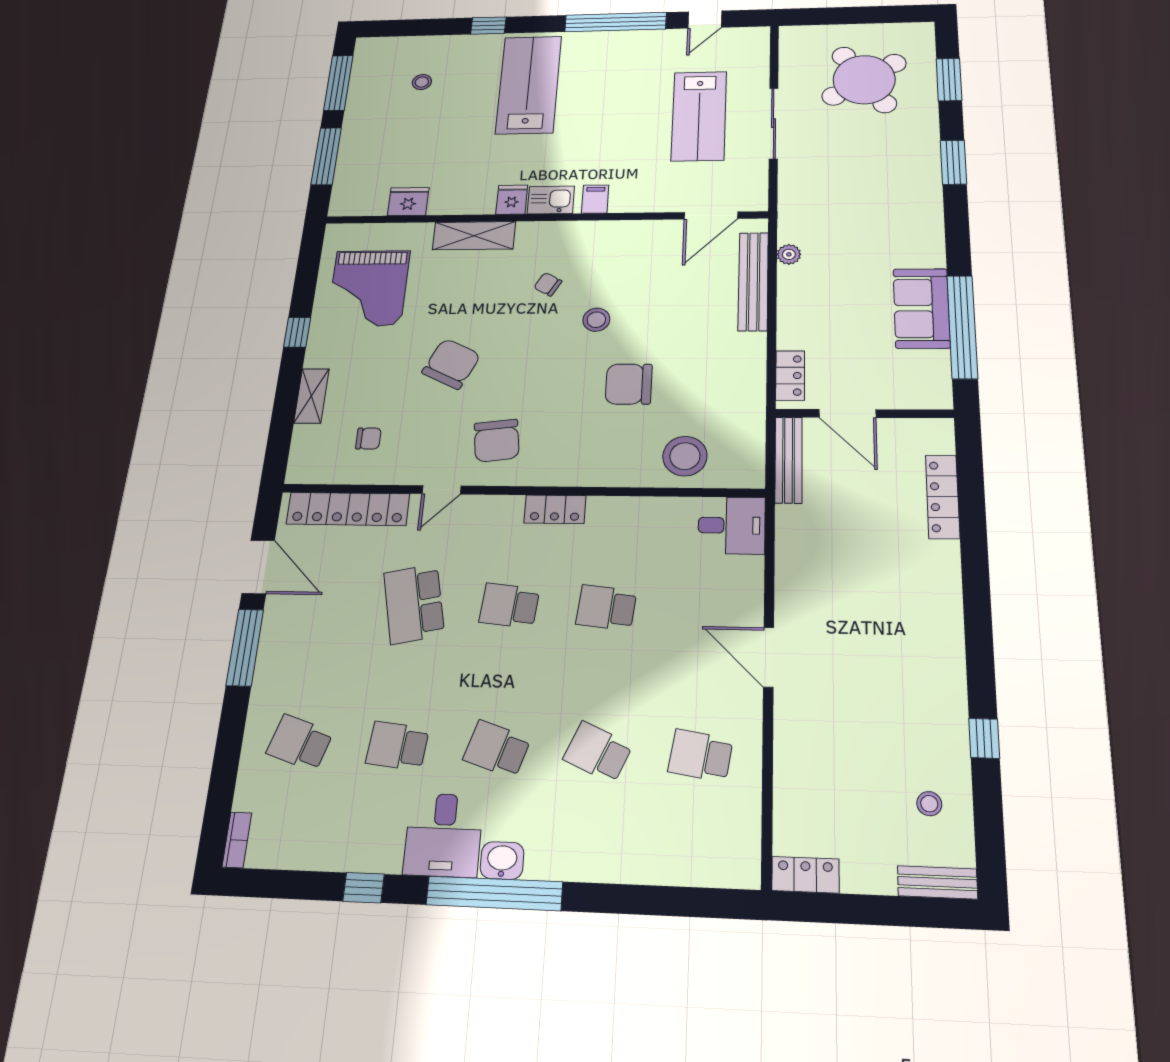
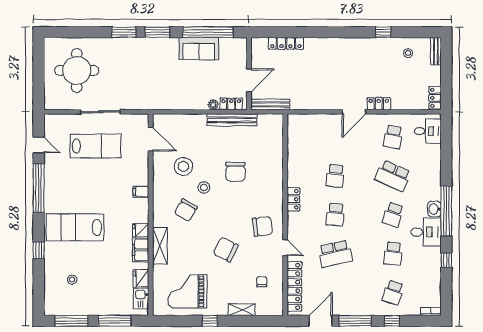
round table: (864, 80) -> (77, 70), turned 33
window: (949, 80) -> (157, 32), moved
filing cabinet: (469, 200) -> (141, 250), added
kitchen sink: (551, 200) -> (141, 299), moved
plant: (789, 254) -> (213, 105), moved
bench: (753, 281) -> (232, 120), moved
chair: (548, 284) -> (186, 210), width x1.87, depth x1.87
grand piano: (368, 288) -> (187, 291), turned 180
stool: (685, 456) -> (183, 166), moved
desk: (732, 525) -> (428, 131), moved, turned 90
locker: (790, 721) -> (379, 104), added
window: (230, 738) -> (392, 321), added
school desk: (598, 752) -> (393, 176), width x1.85

